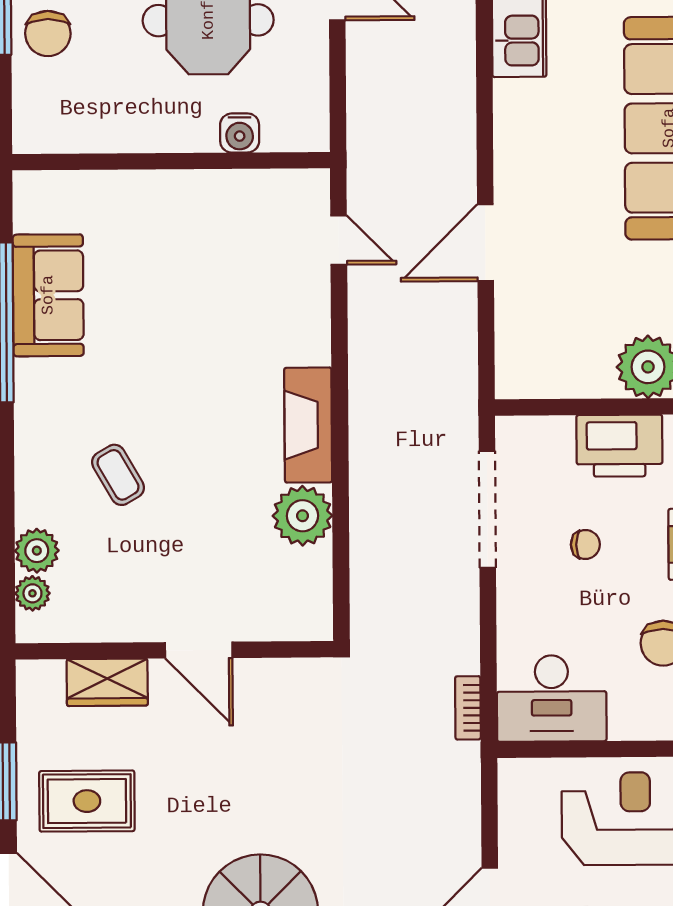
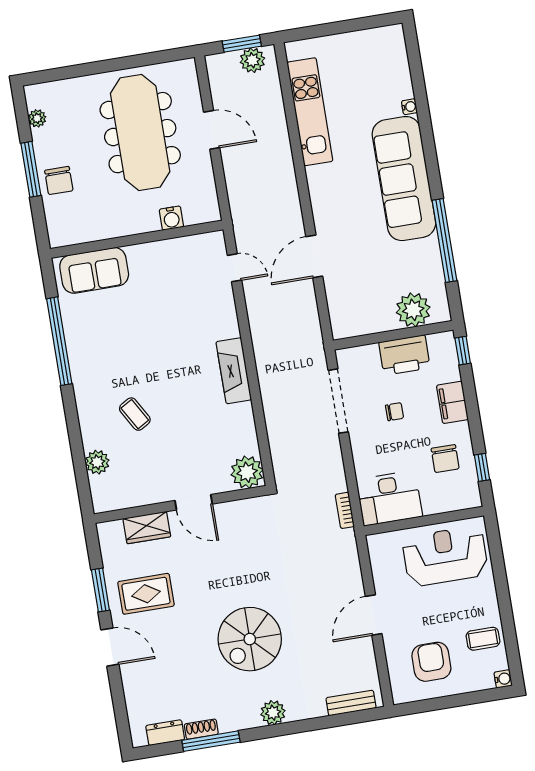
sofa: (48, 295) -> (94, 270), moved, turned 90
plant: (303, 516) -> (247, 472), moved
plant: (32, 593) -> (99, 486), removed

